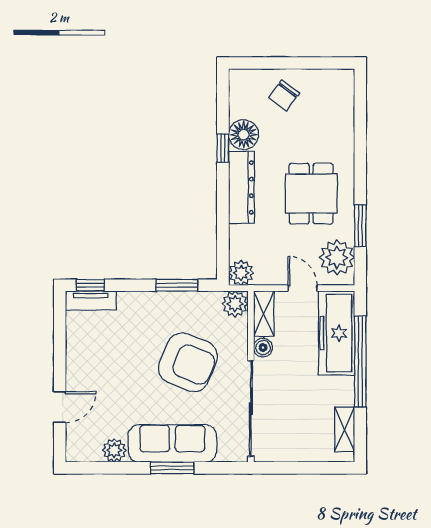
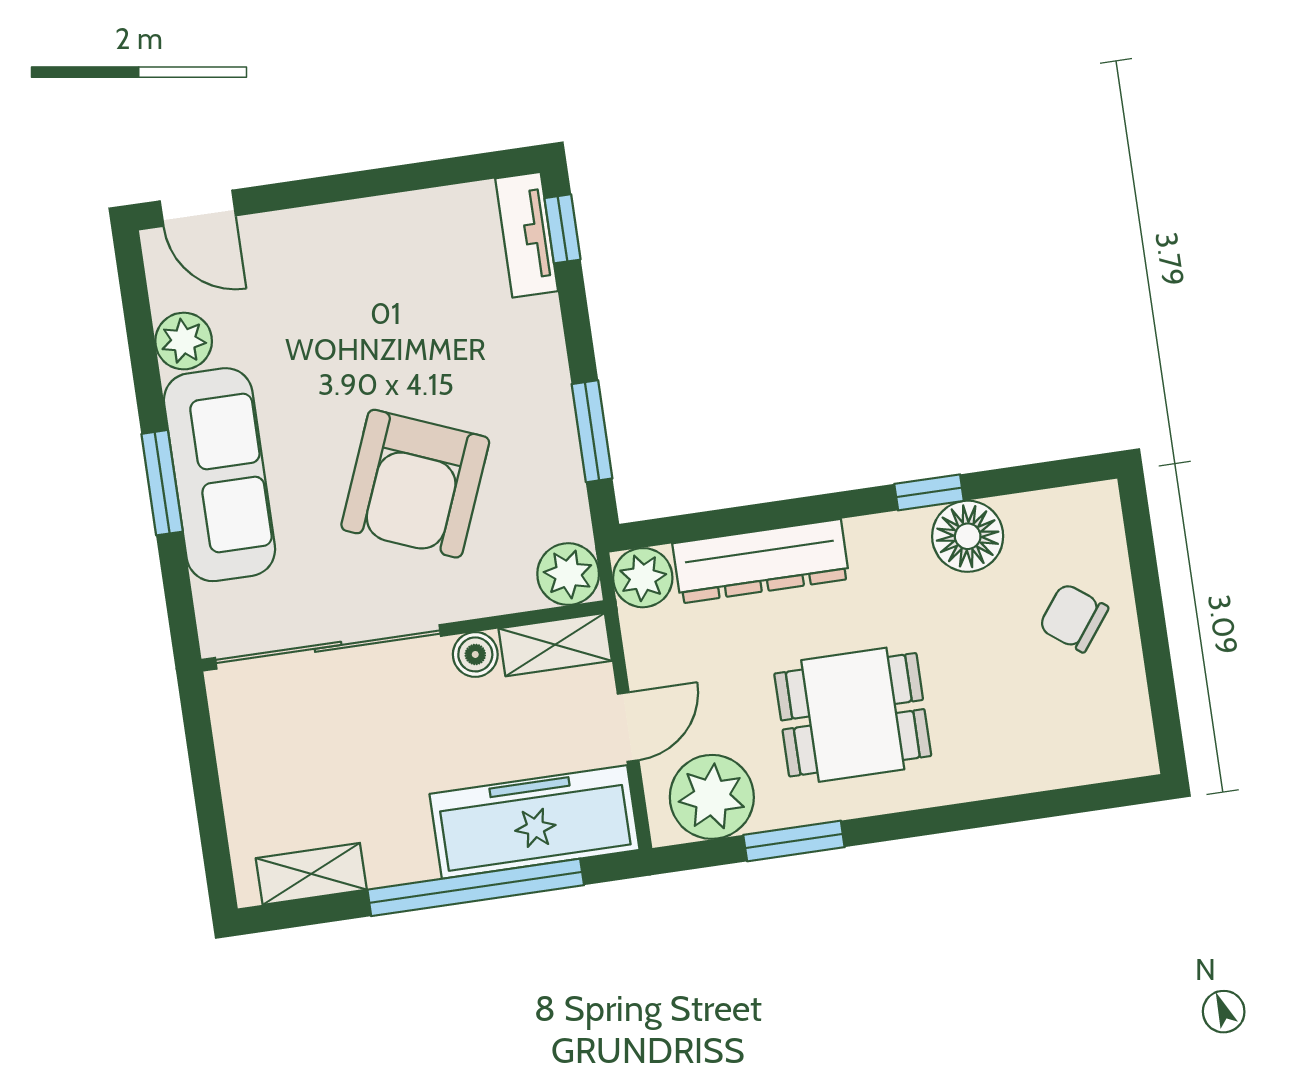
dresser: (241, 187) -> (761, 561), moved
door: (60, 407) -> (198, 208), moved

